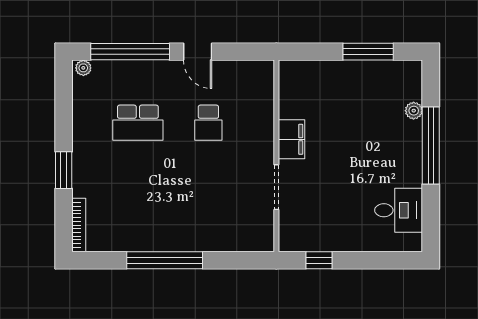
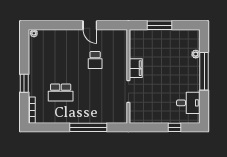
window: (130, 52) -> (57, 25), removed
window: (368, 52) -> (159, 25), moved
school desk: (138, 123) -> (61, 93), moved
window: (165, 260) -> (88, 127), moved
window: (319, 260) -> (175, 127), moved

